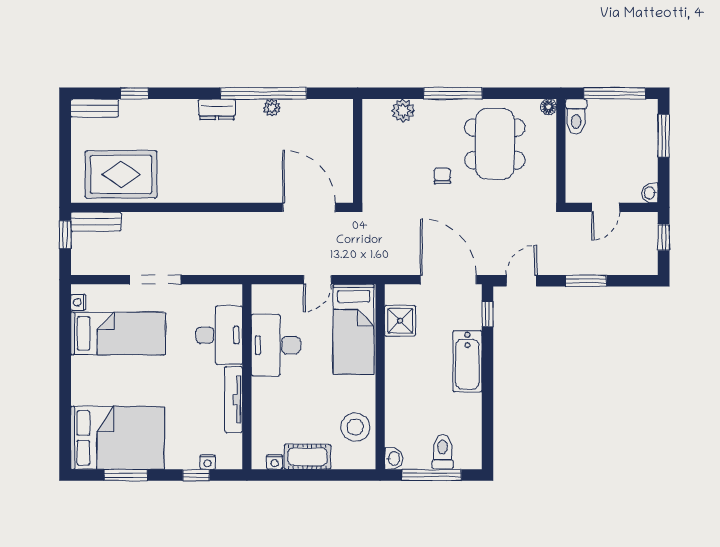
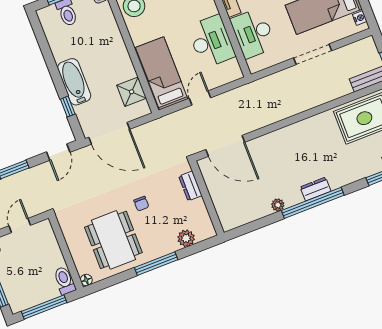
window: (264, 93) -> (313, 203), moved
dresser: (372, 174) -> (190, 186), added
window: (487, 314) -> (68, 107), moved

